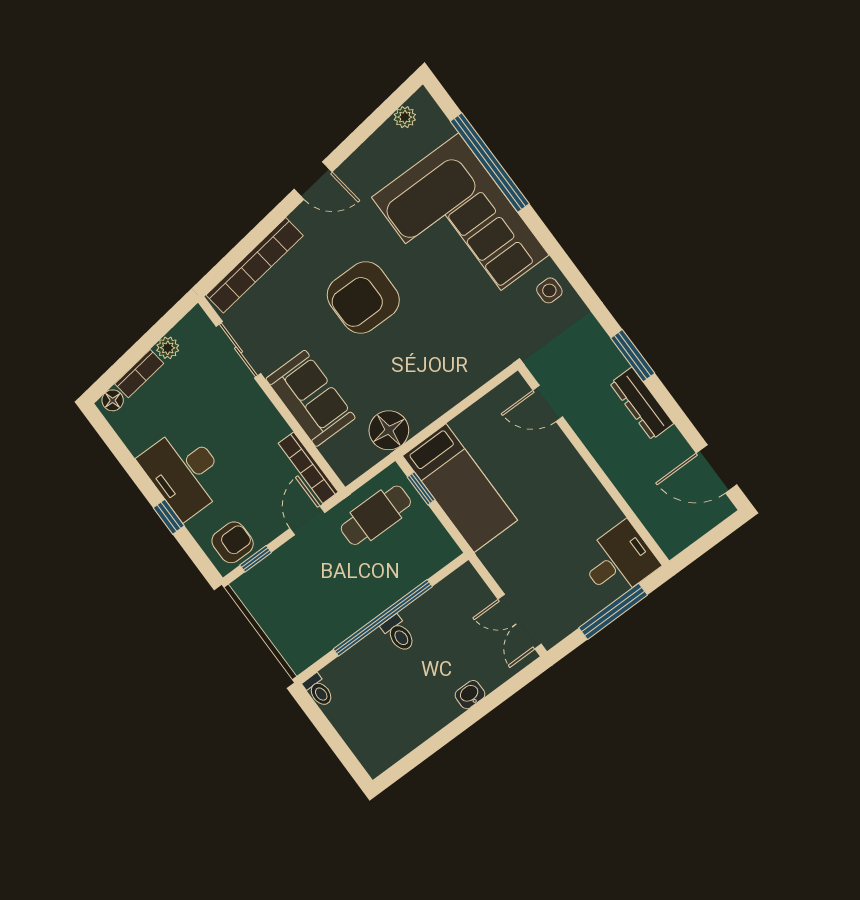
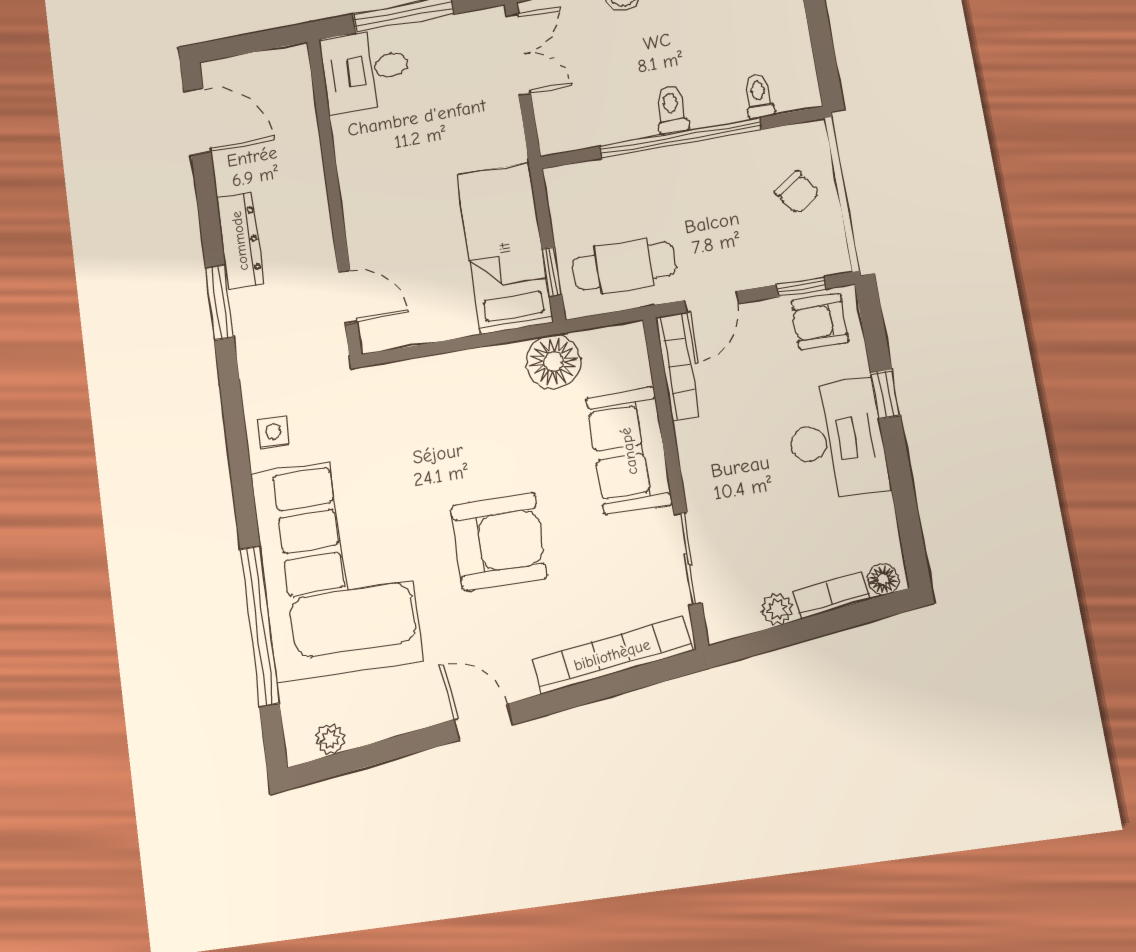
chair: (289, 619) -> (797, 192), added
toilet: (319, 690) -> (759, 96), moved

